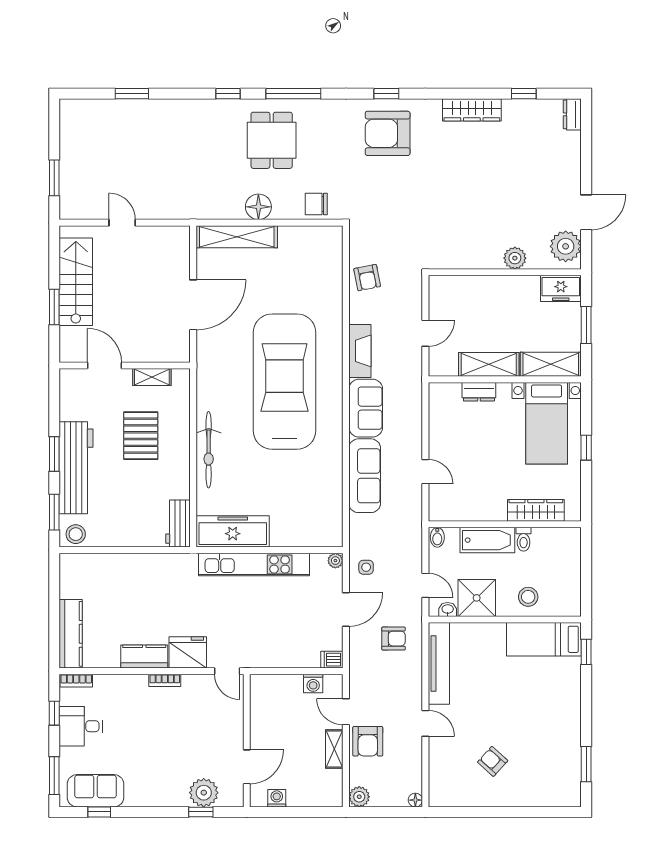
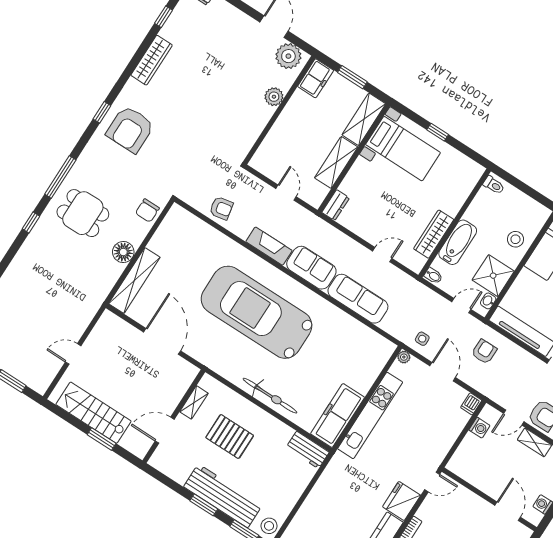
dresser: (479, 392) -> (336, 205), moved
wardrobe: (536, 510) -> (434, 234), moved
toilet: (524, 539) -> (494, 185), moved

